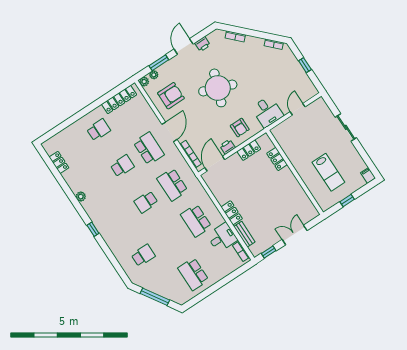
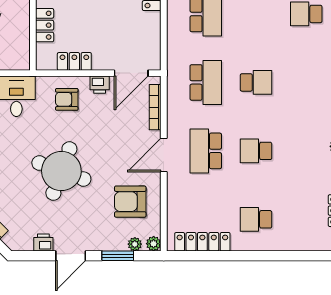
armchair: (240, 128) -> (67, 99), turned -90

